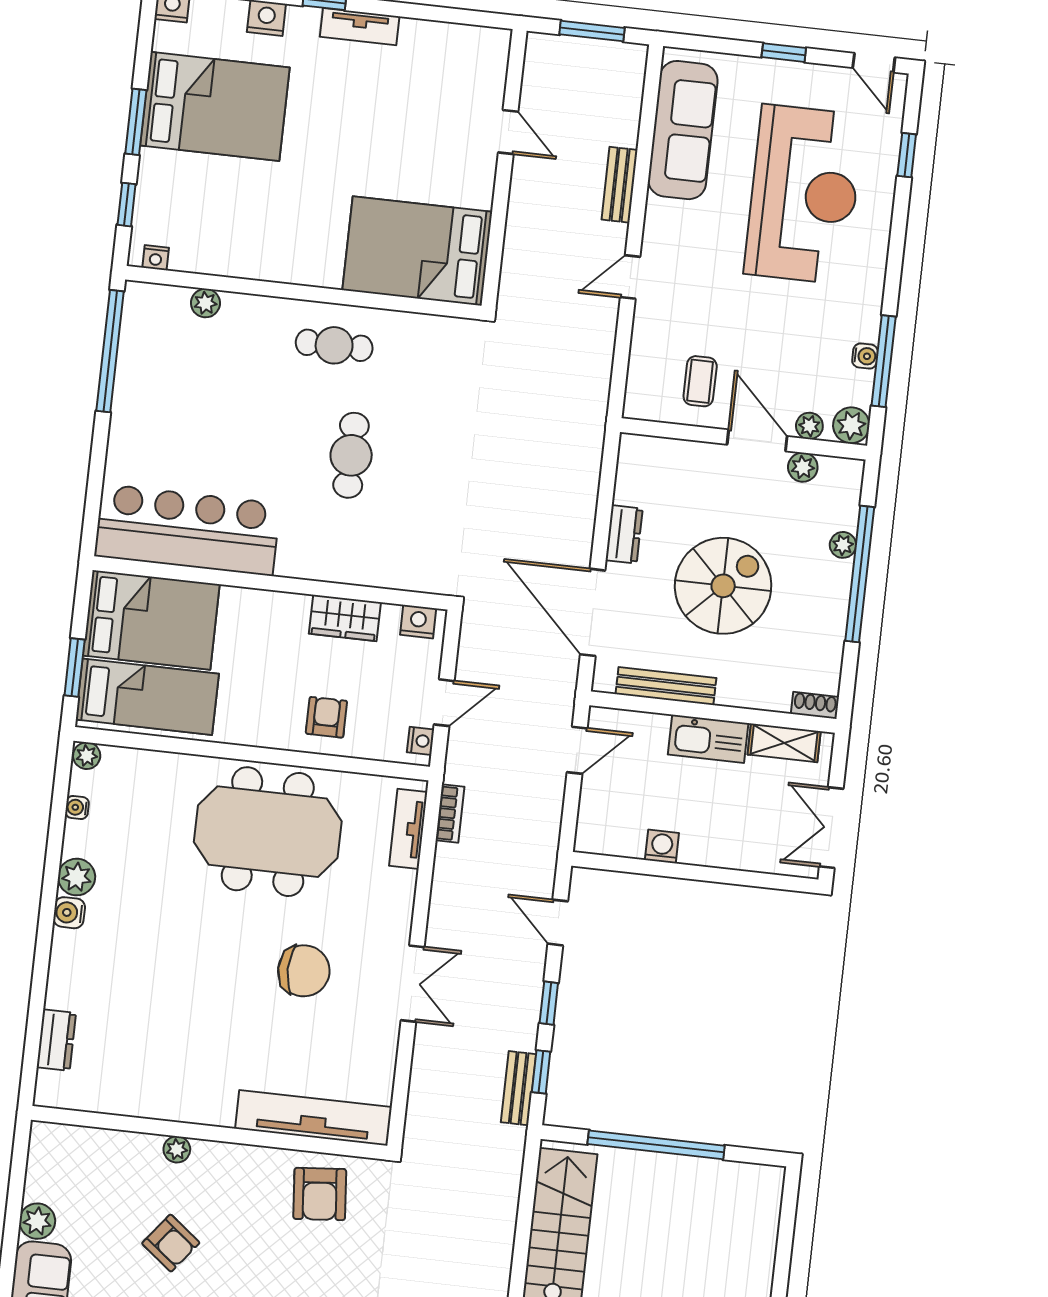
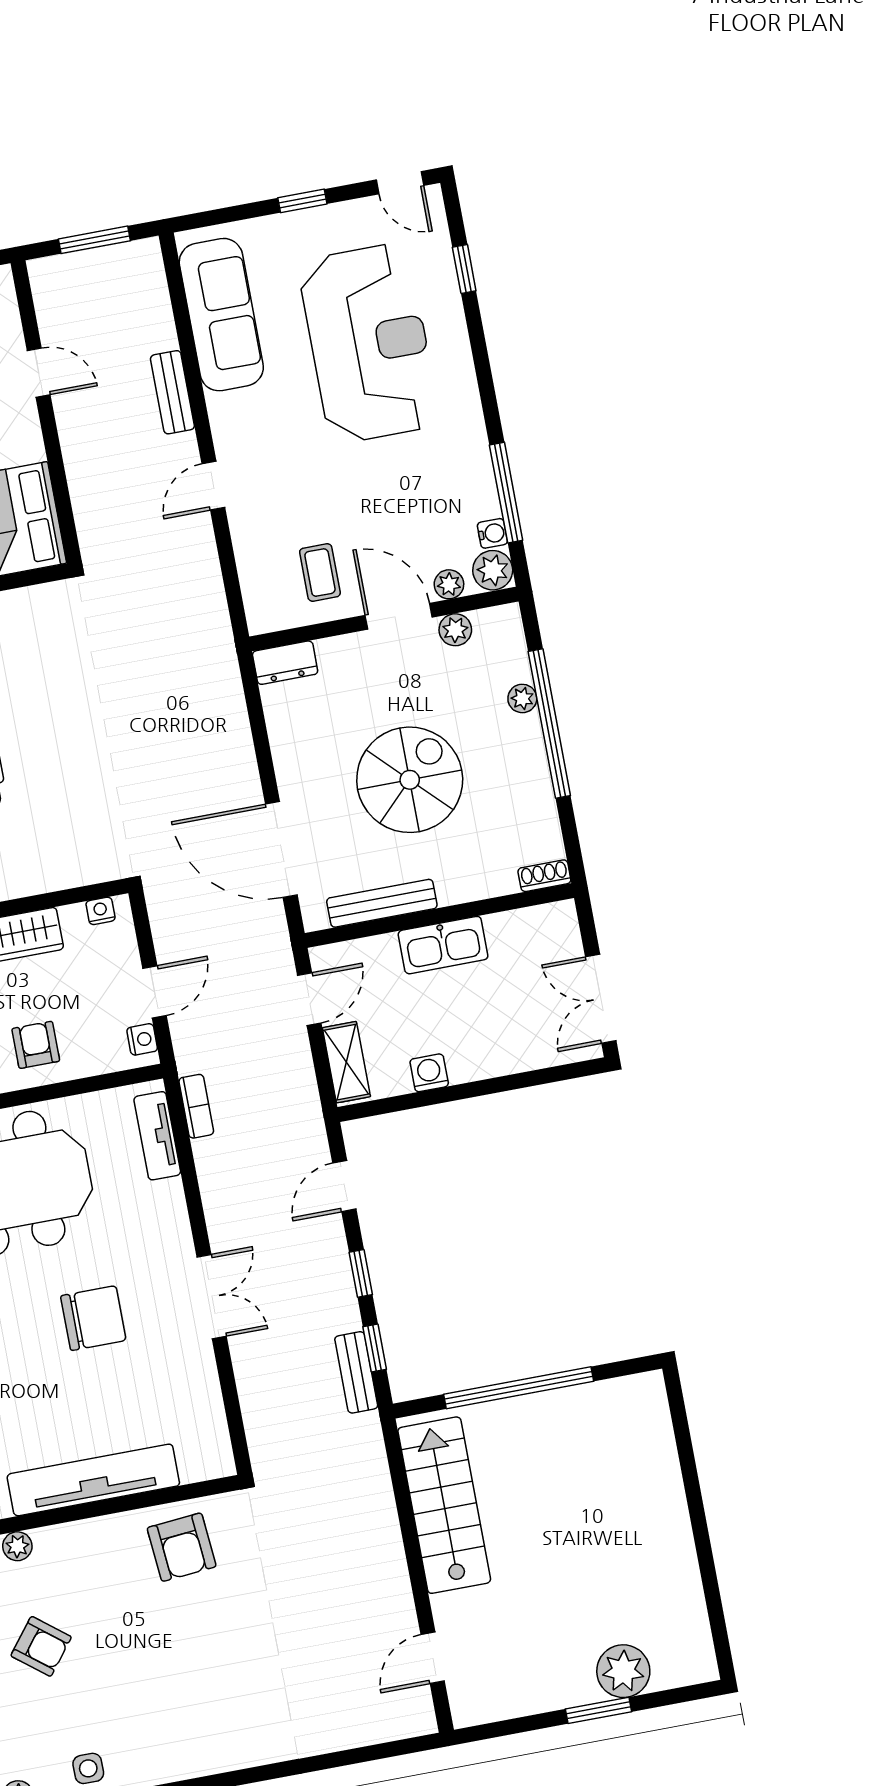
water cooler: (865, 356) -> (492, 533), moved
dresser: (624, 534) -> (285, 663), moved, turned 90
nightstand: (418, 622) -> (101, 911), width x0.72, depth x0.74
shelving: (784, 743) -> (346, 1062), moved, turned 90
door: (558, 923) -> (344, 1186), hinge flipped
tv unit: (313, 1118) -> (93, 1480), moved

